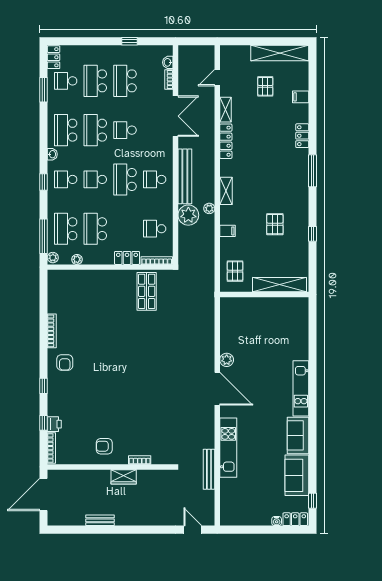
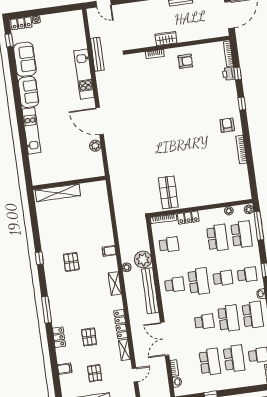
pallet: (235, 271) -> (89, 337), moved
shelving: (279, 285) -> (58, 193), moved
wall: (264, 295) -> (69, 183), moved

